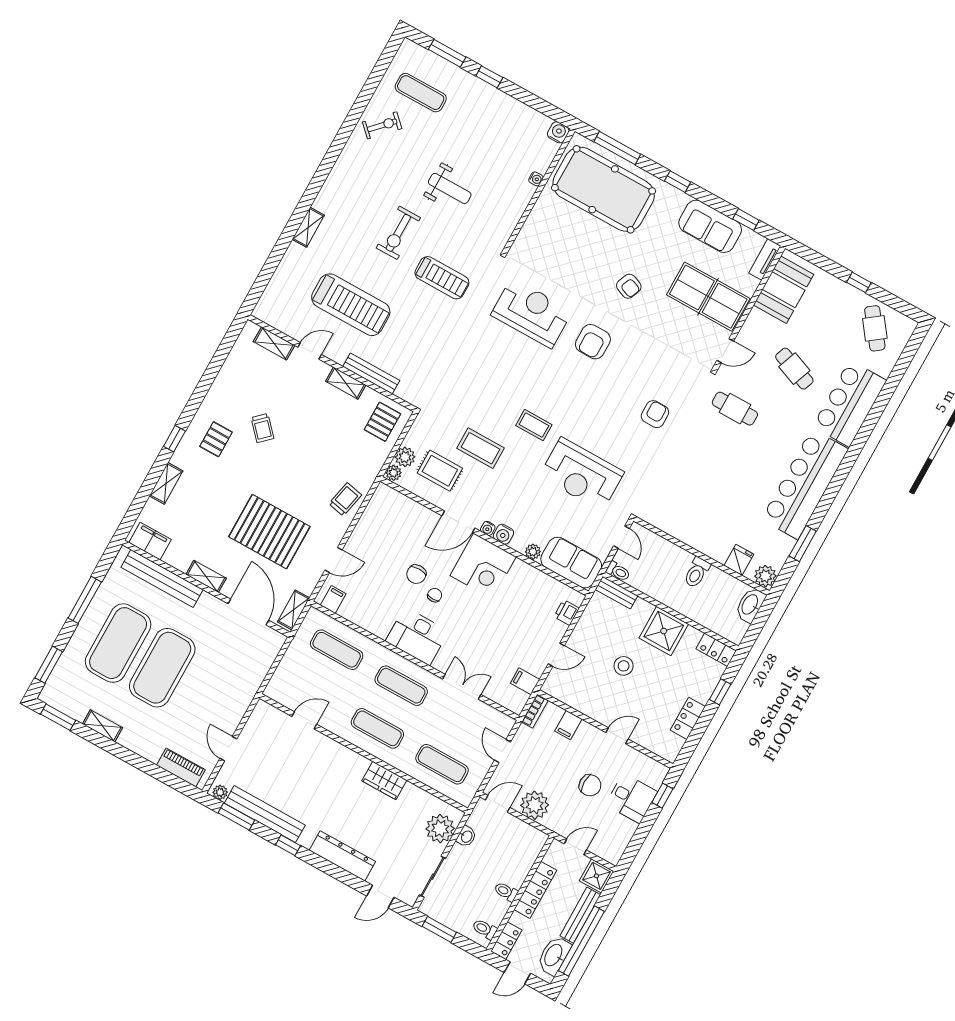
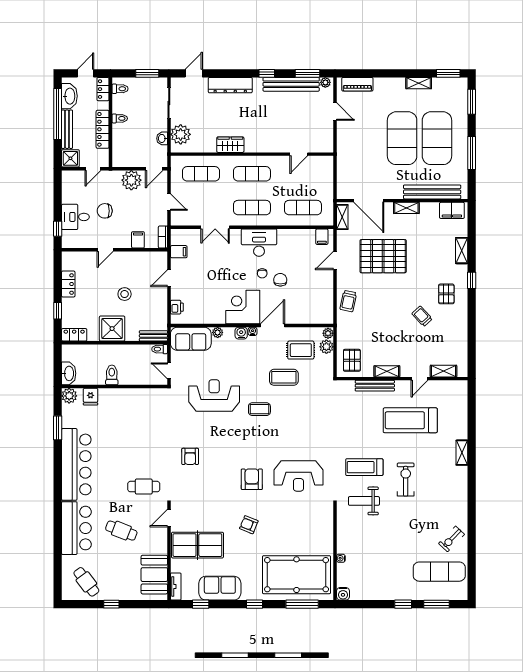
exercise mat: (421, 93) -> (439, 572), width x1.36, depth x1.45
weight bench: (450, 188) -> (364, 501), moved

